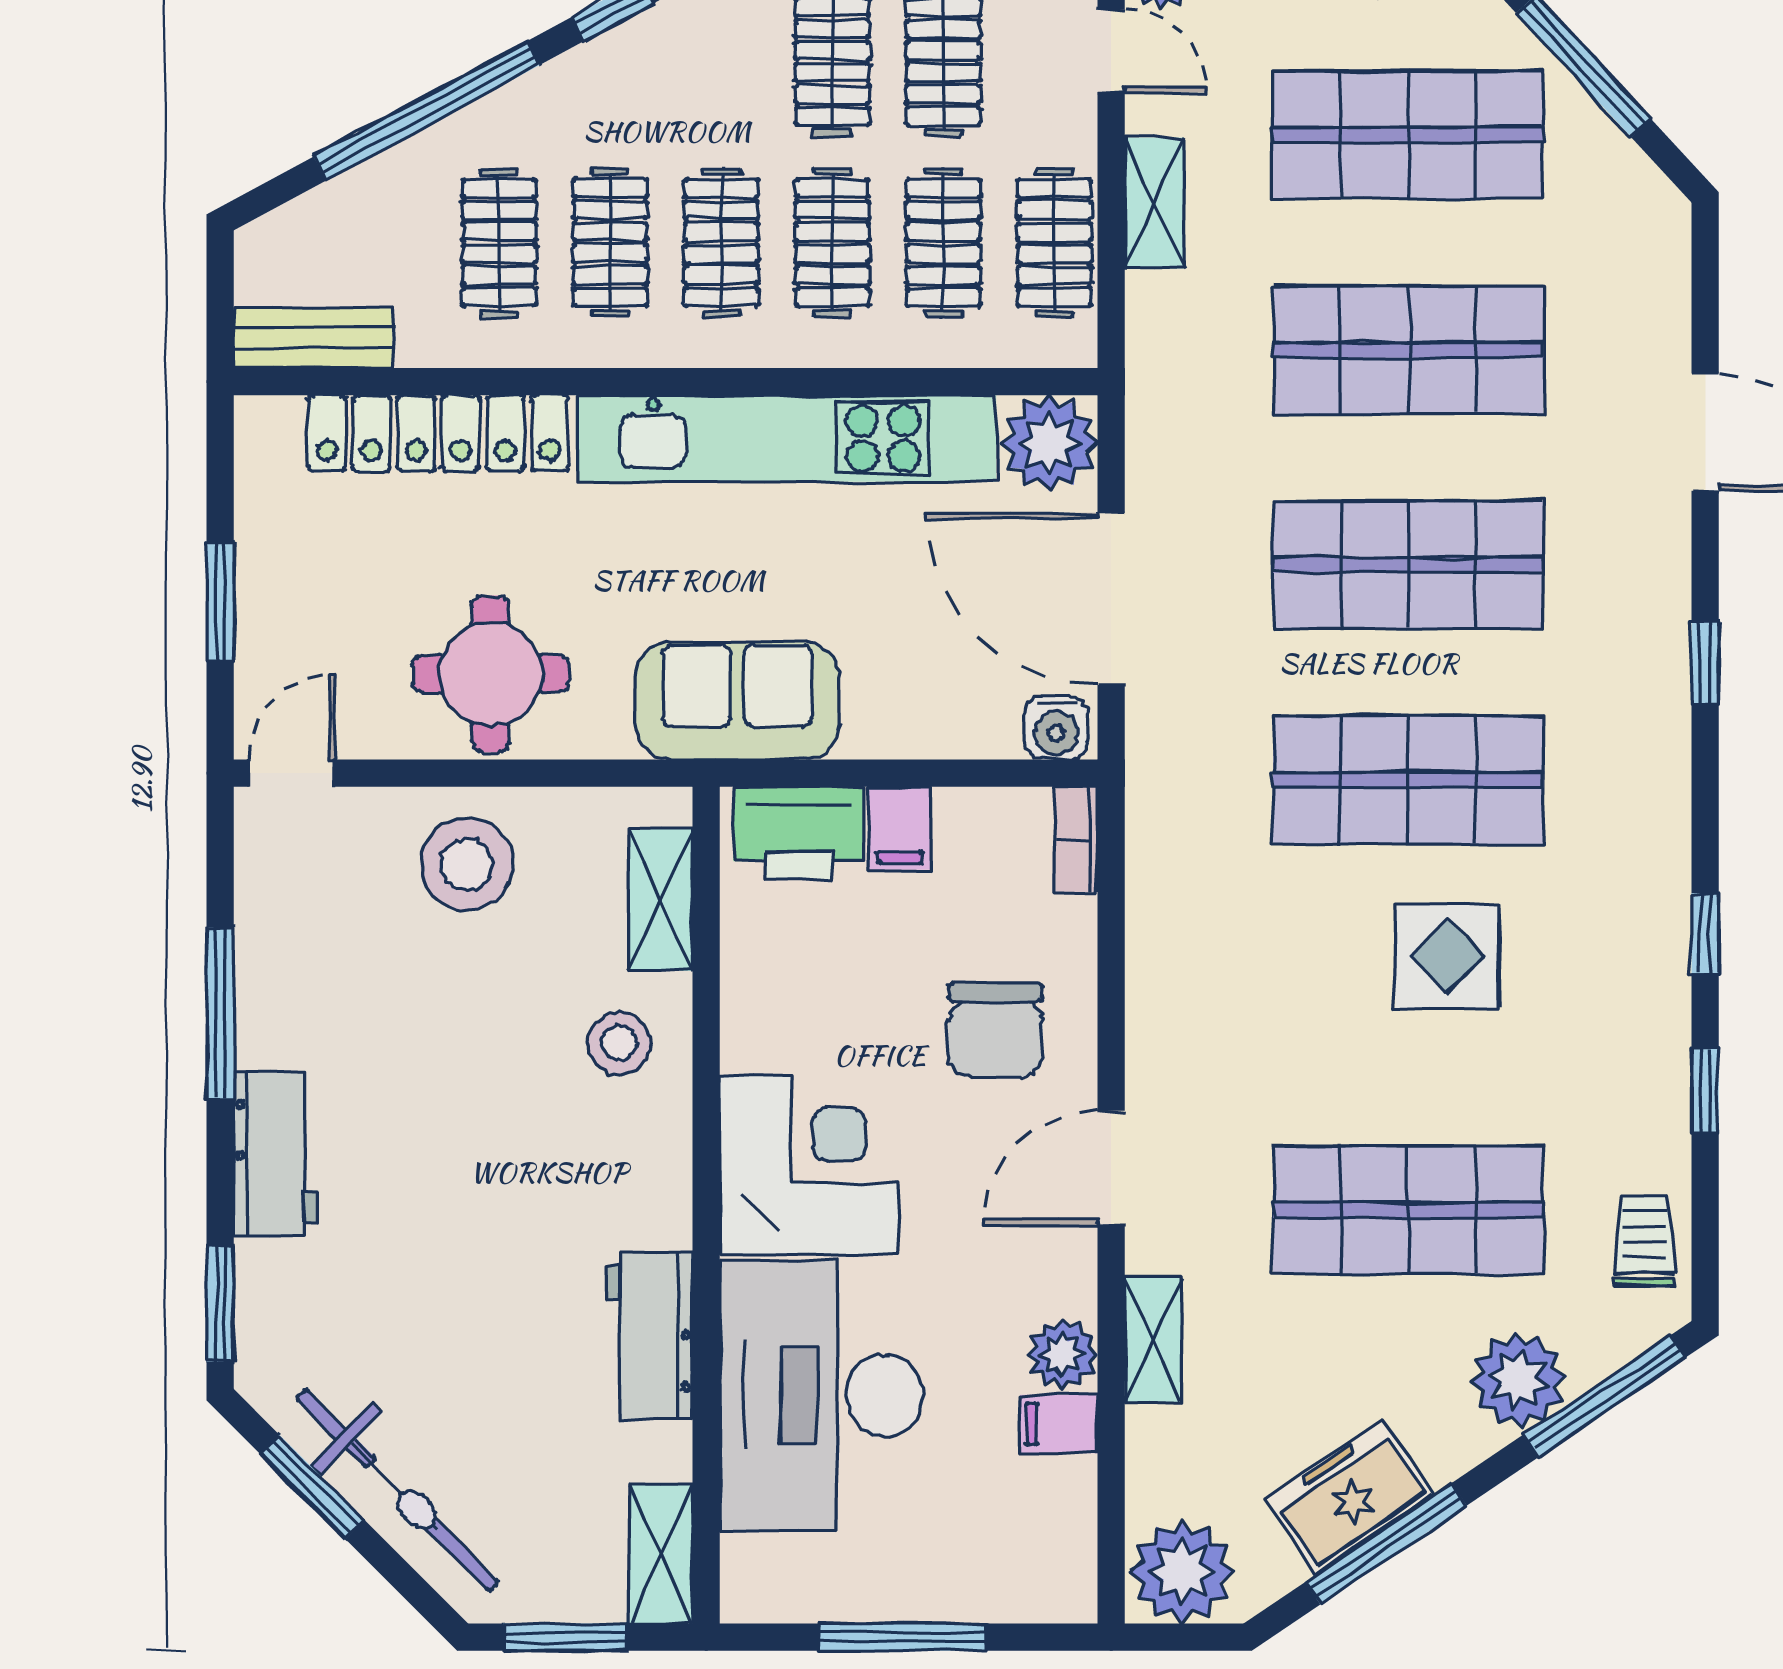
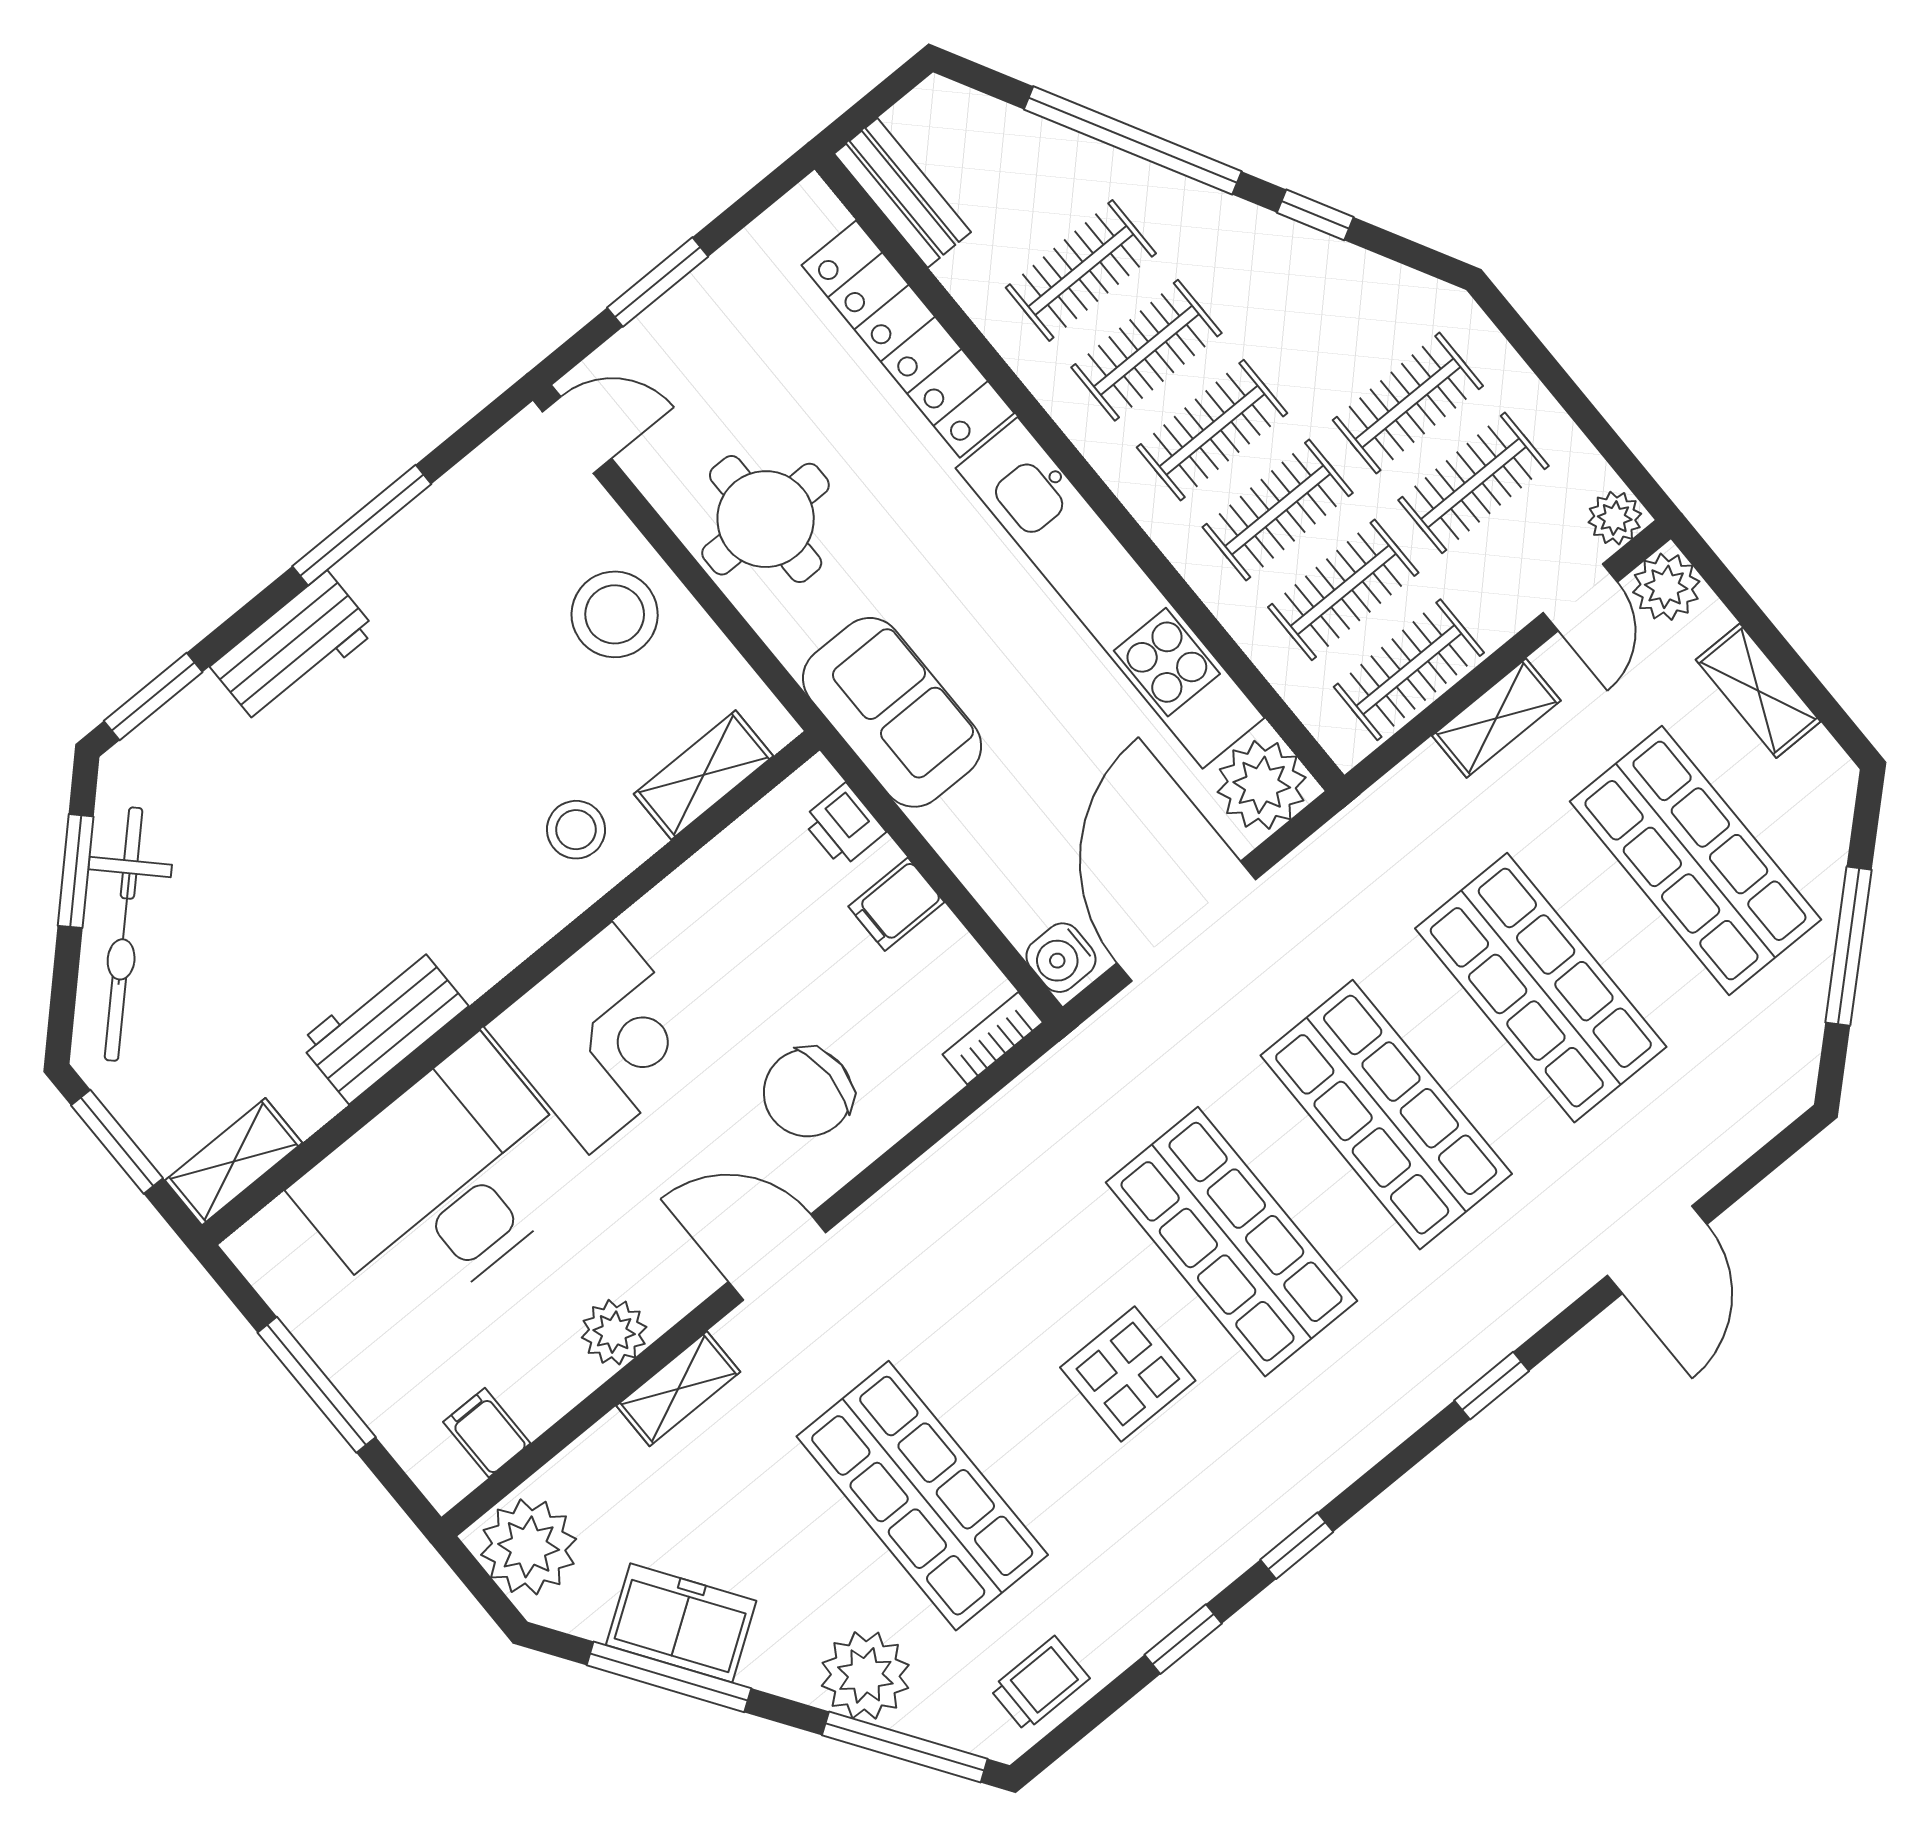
printer: (798, 833) -> (844, 825), width x0.53, depth x0.68
filing cabinet: (1059, 1424) -> (487, 1433), moved

